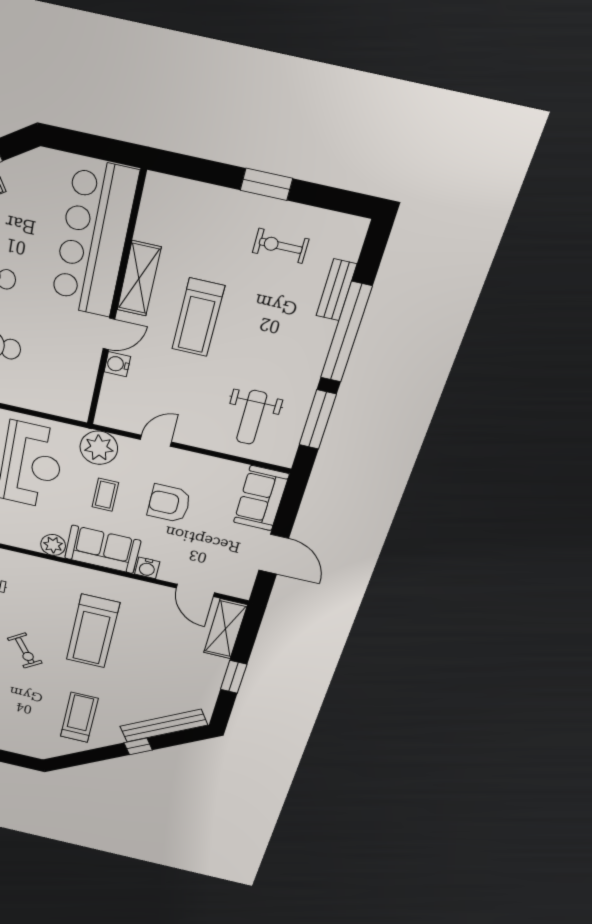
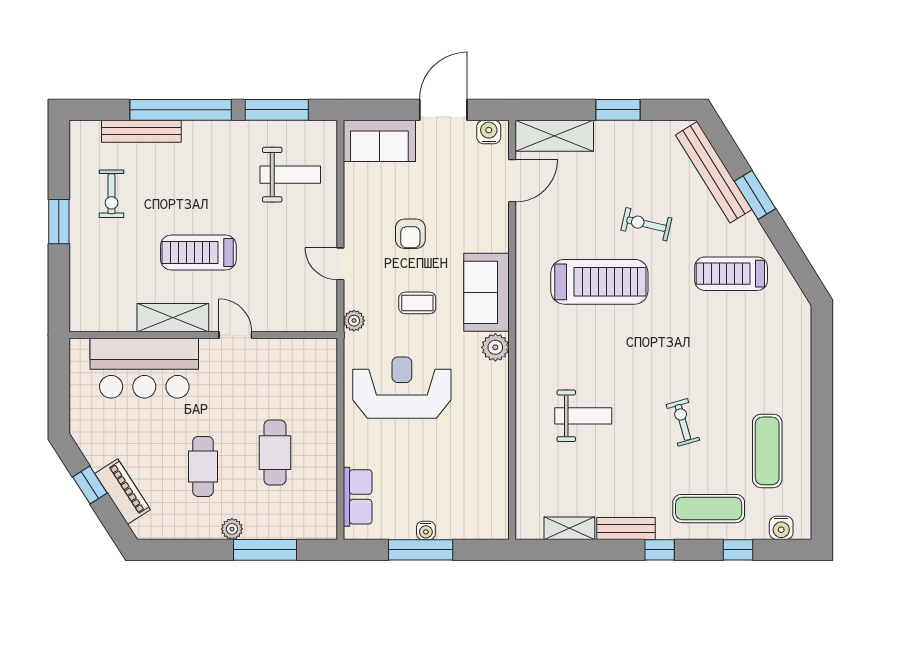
bar counter: (94, 239) -> (144, 368), width x0.73
bench: (336, 290) -> (141, 131), width x1.36
treadmill: (198, 318) -> (198, 253), turned 180
water cooler: (117, 364) -> (265, 320), removed
plant: (99, 448) -> (354, 321), width x0.53, depth x0.53
armchair: (169, 503) -> (410, 234), width x0.72, depth x0.72
water cooler: (147, 568) -> (489, 132), moved, turned -90
exercise bike: (25, 651) -> (646, 224), moved, turned -132
window: (138, 746) -> (755, 195), width x1.50

